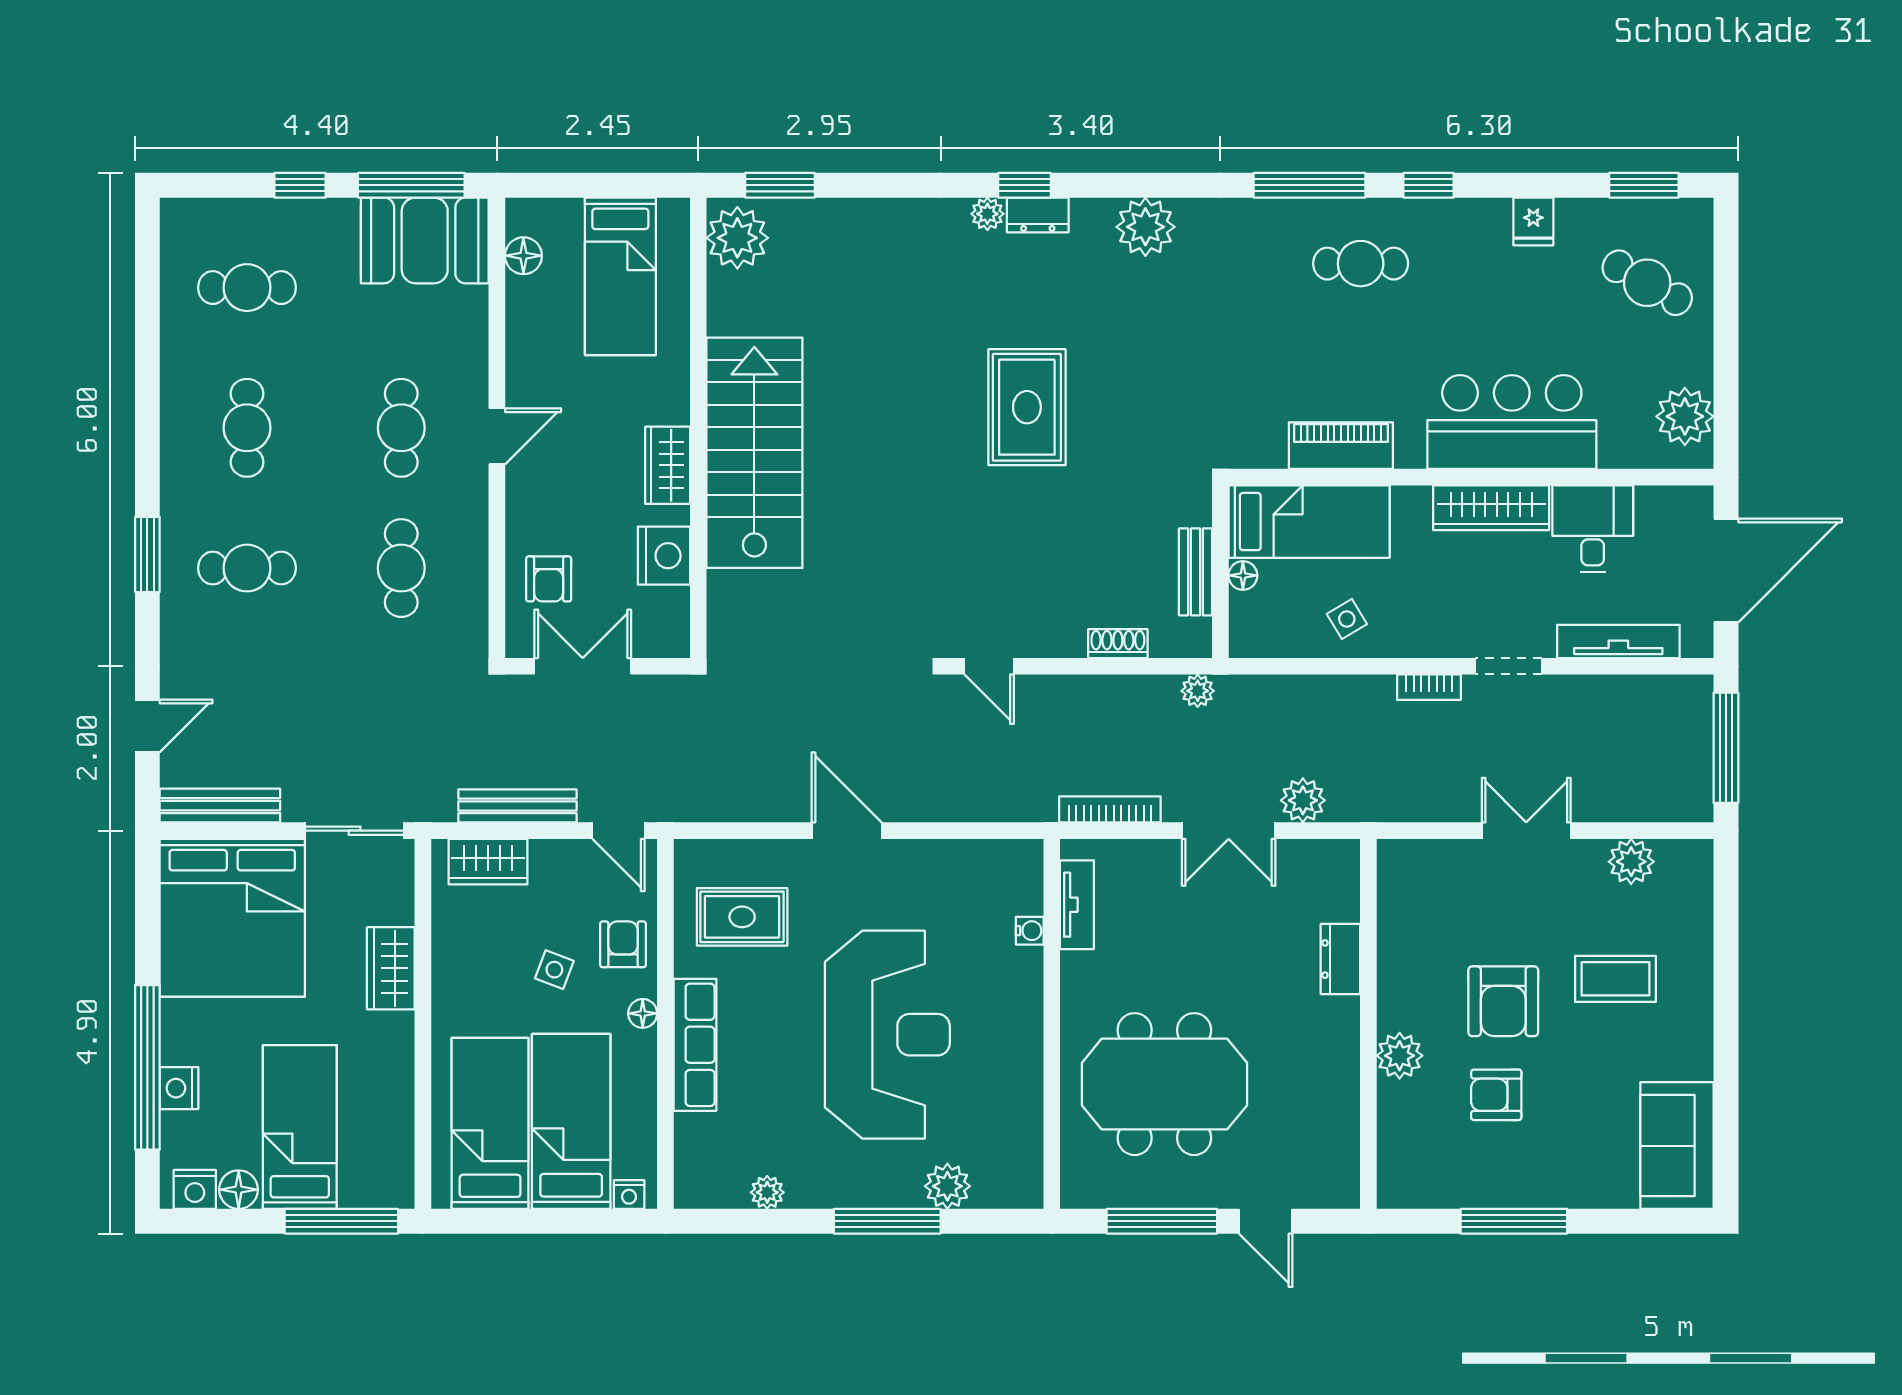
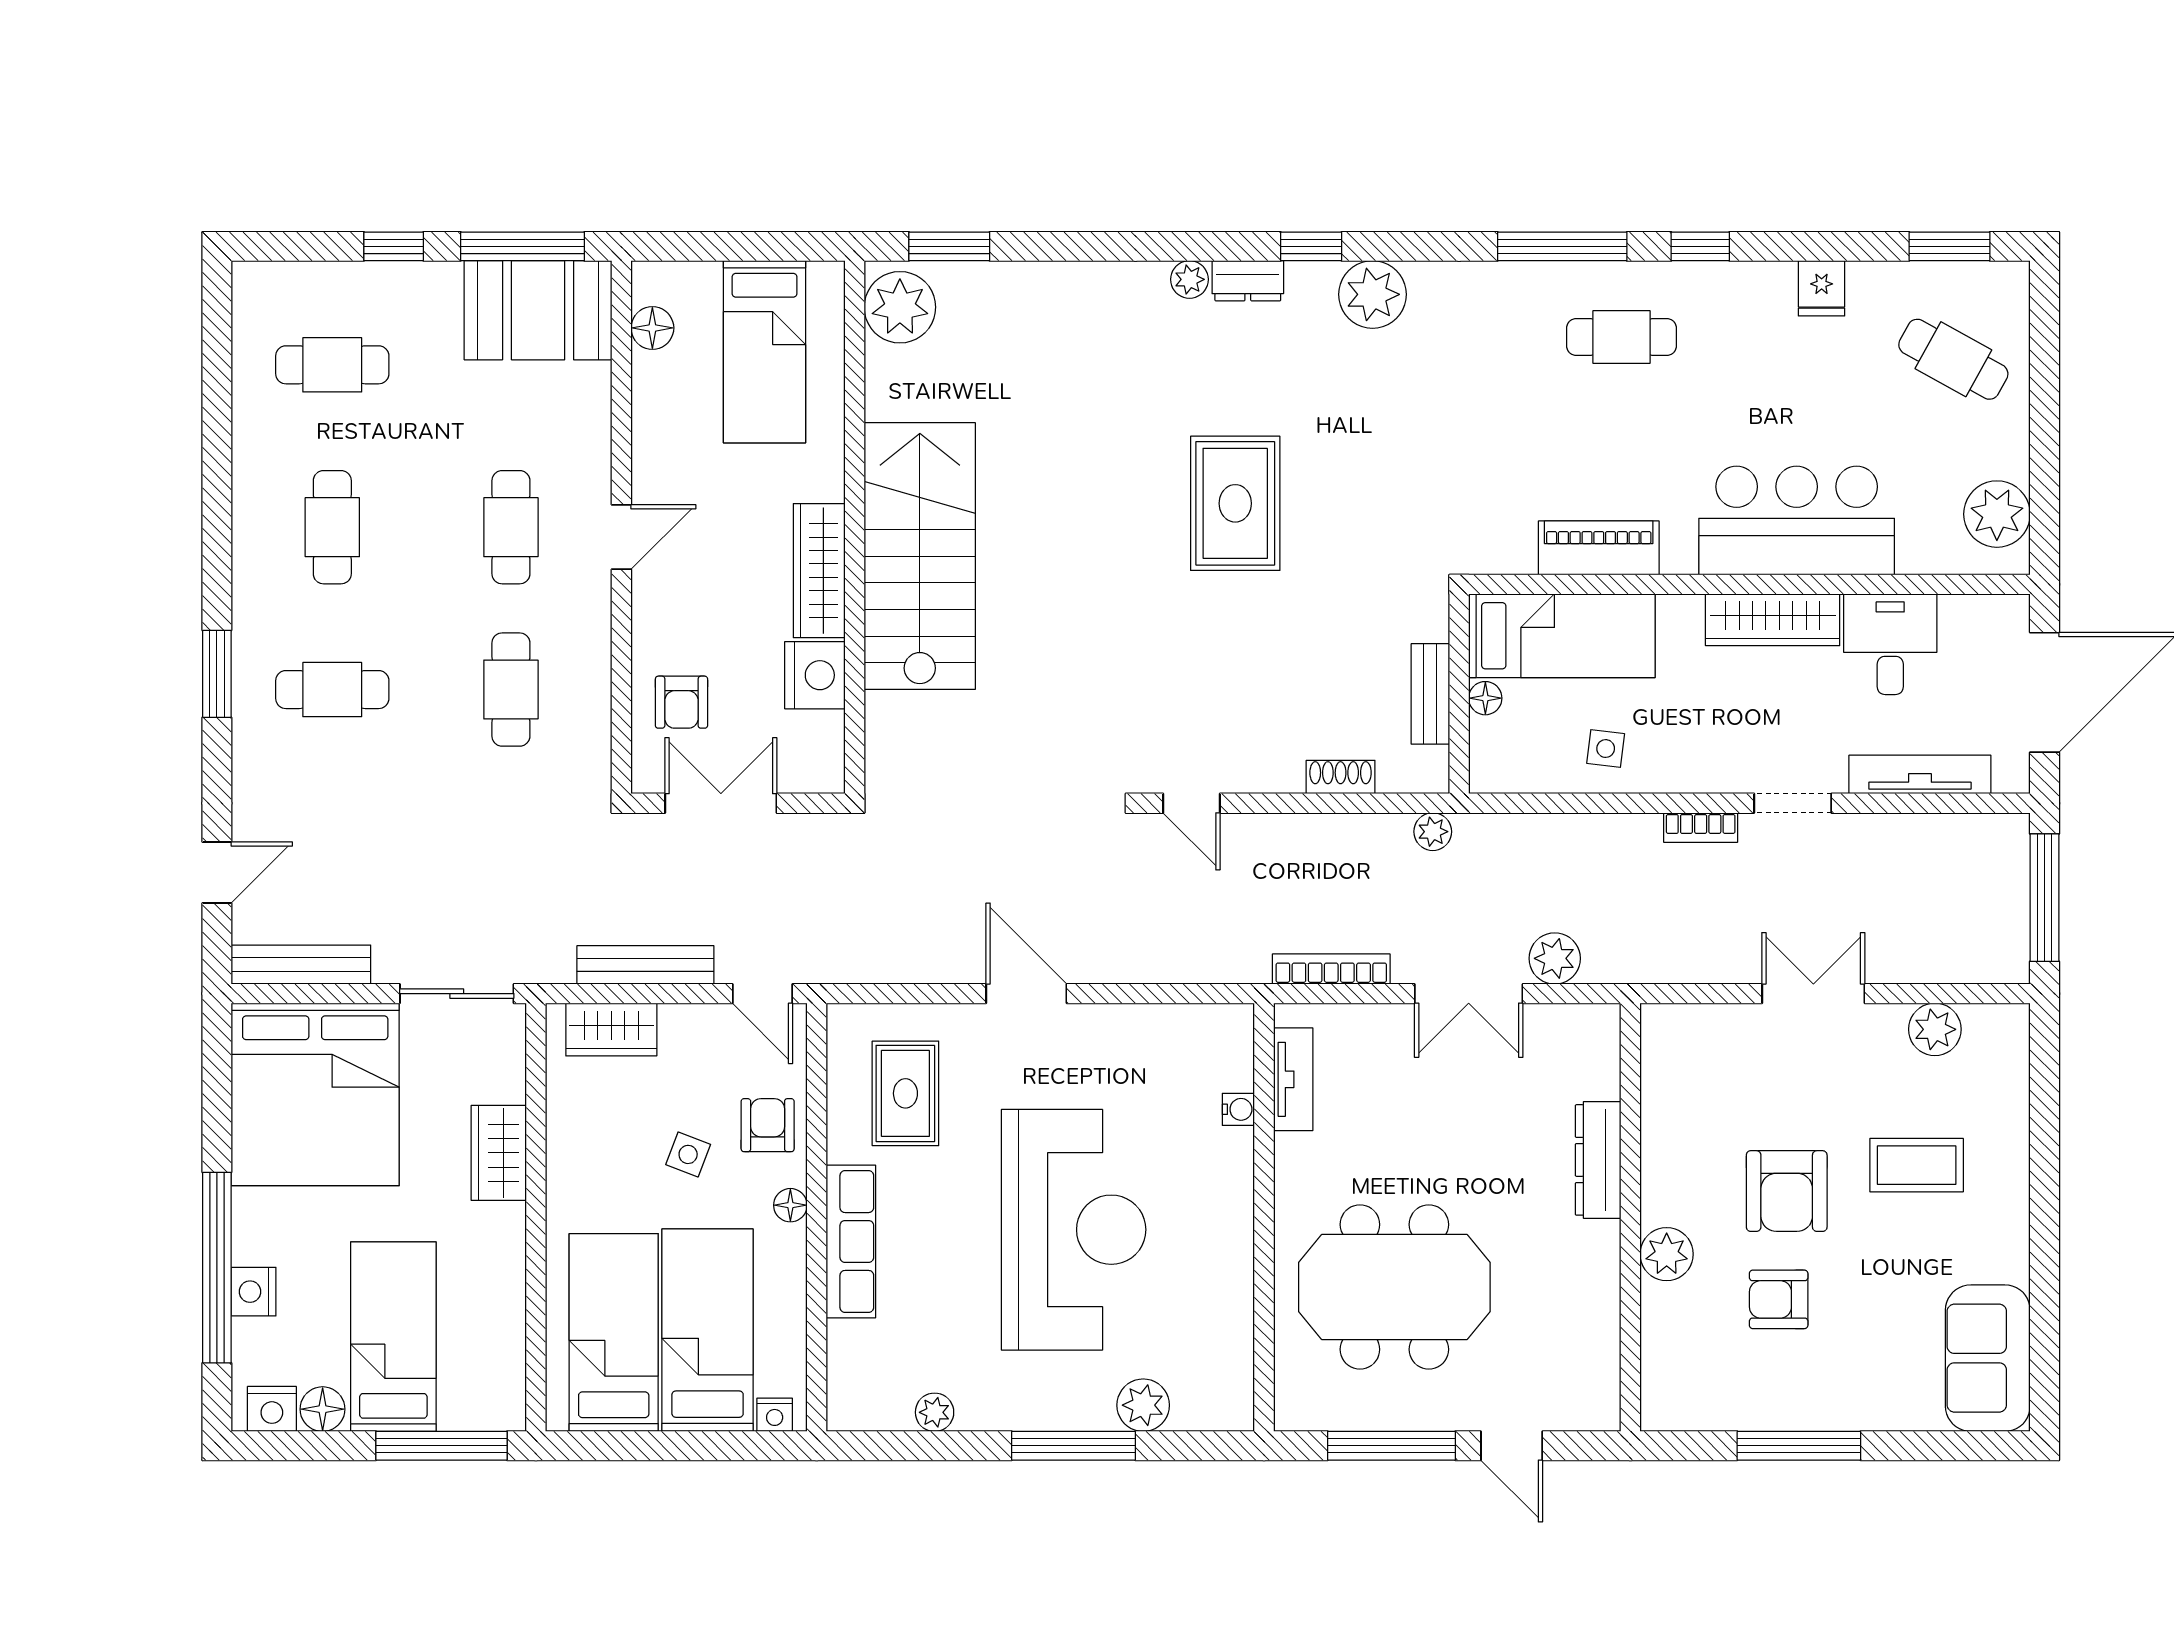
window: (1024, 185) -> (1311, 246), moved
wardrobe: (668, 465) -> (819, 571), width x1.50
side table: (1347, 619) -> (1606, 749), turned 38
rug: (742, 917) -> (905, 1093), turned 90
dresser: (1340, 959) -> (1598, 1160), width x1.44

